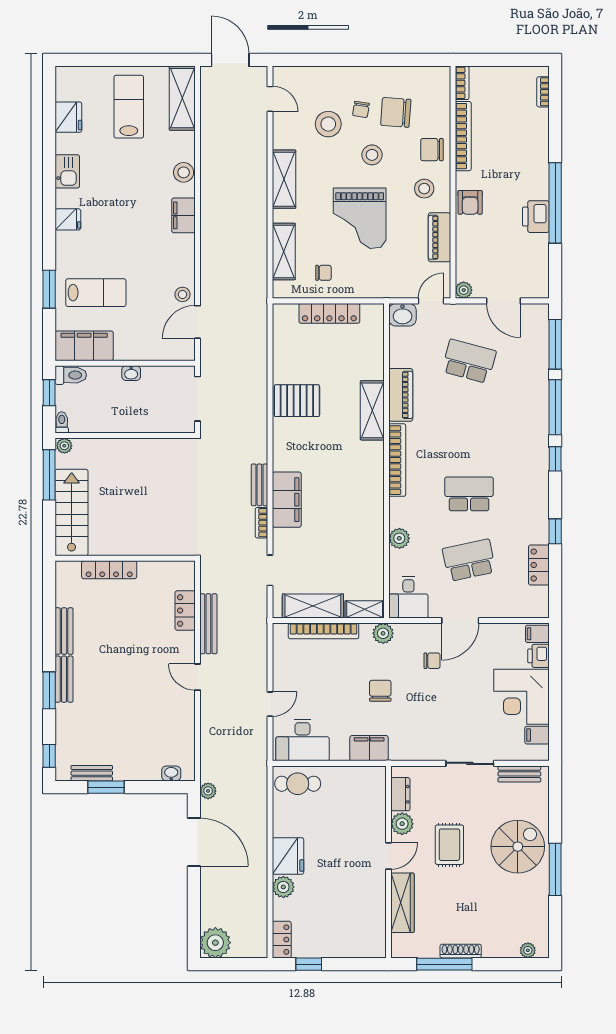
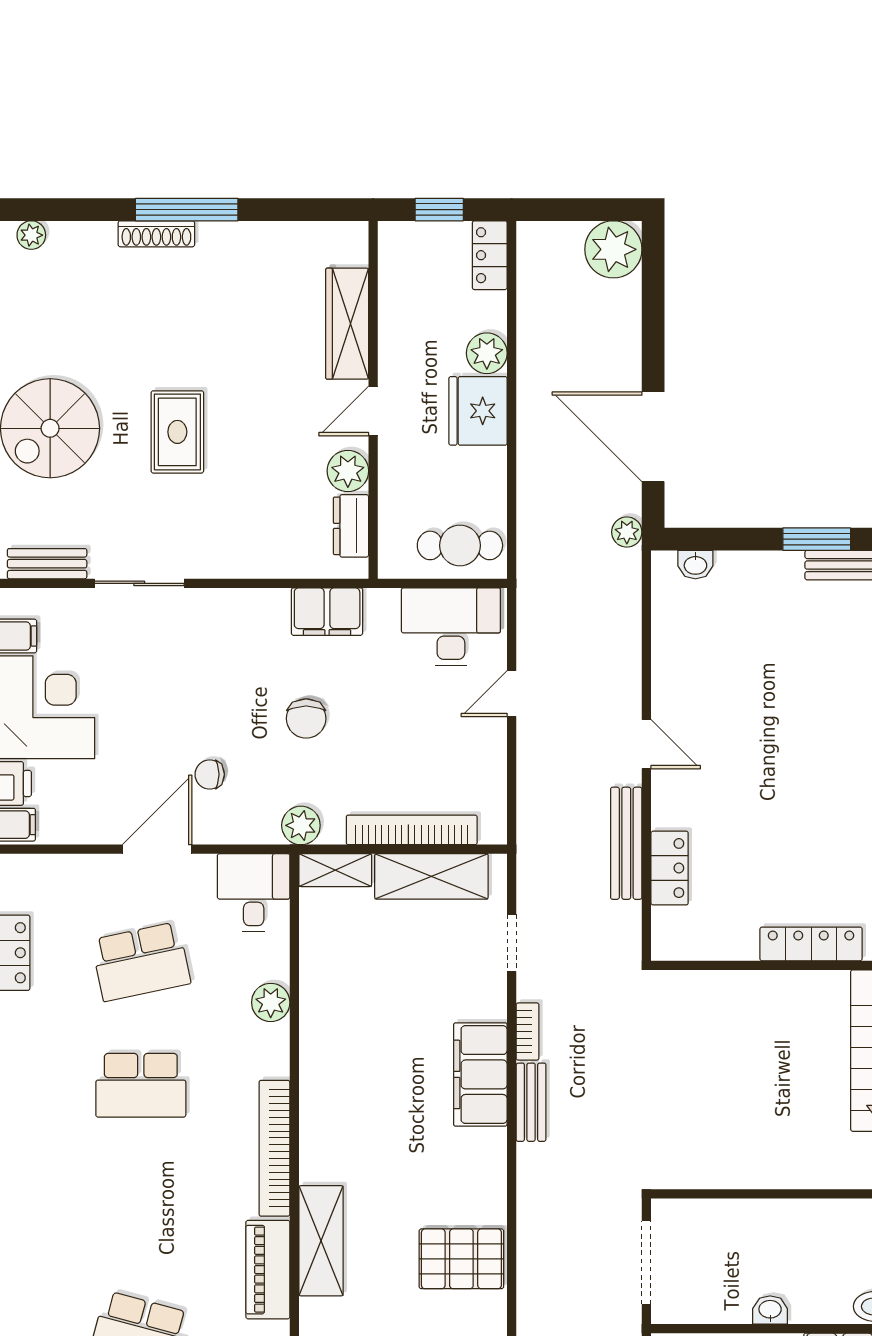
dresser: (400, 794) -> (351, 526), moved
plant: (402, 824) -> (348, 471), moved
door: (389, 856) -> (373, 411), moved
wall: (389, 862) -> (373, 400), moved
wardrobe: (403, 903) -> (347, 324), moved

